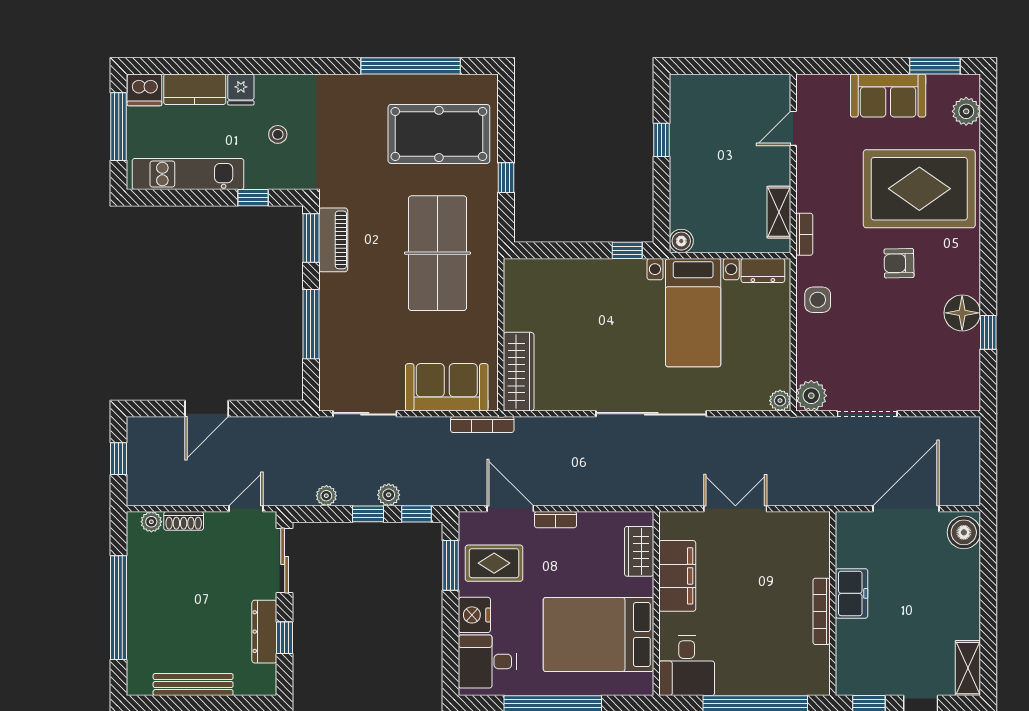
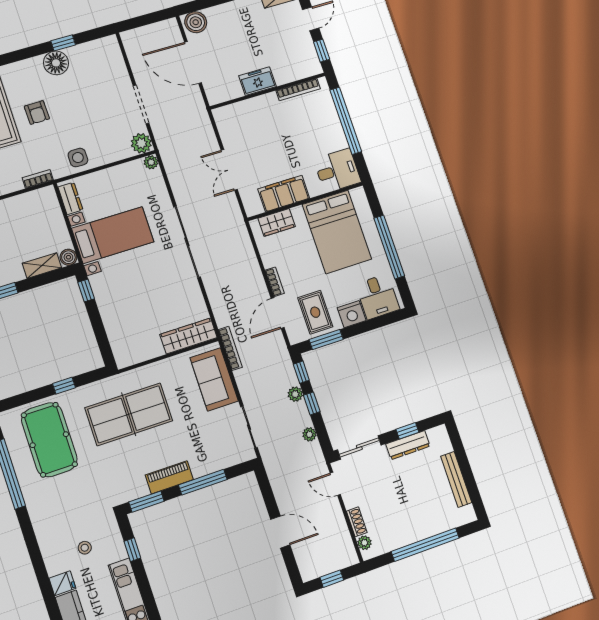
shelving: (779, 212) -> (42, 266), moved
piano: (333, 240) -> (169, 477), moved
bookcase: (822, 611) -> (298, 90), moved

